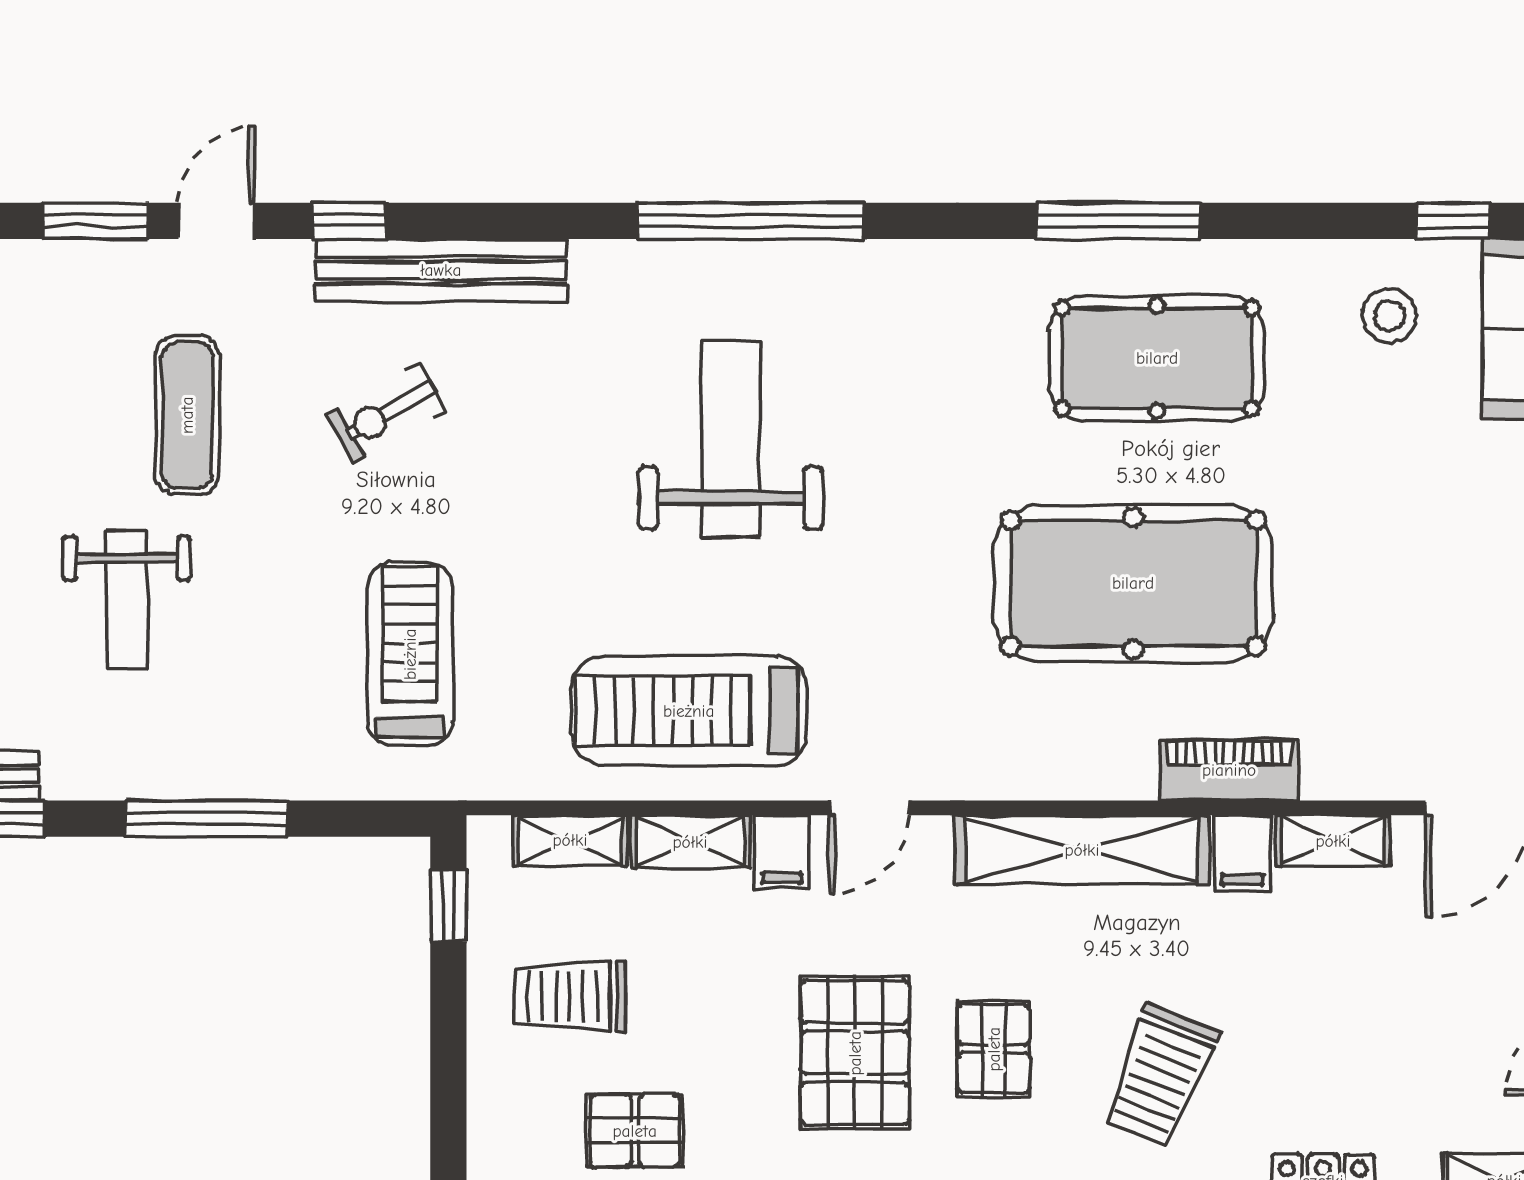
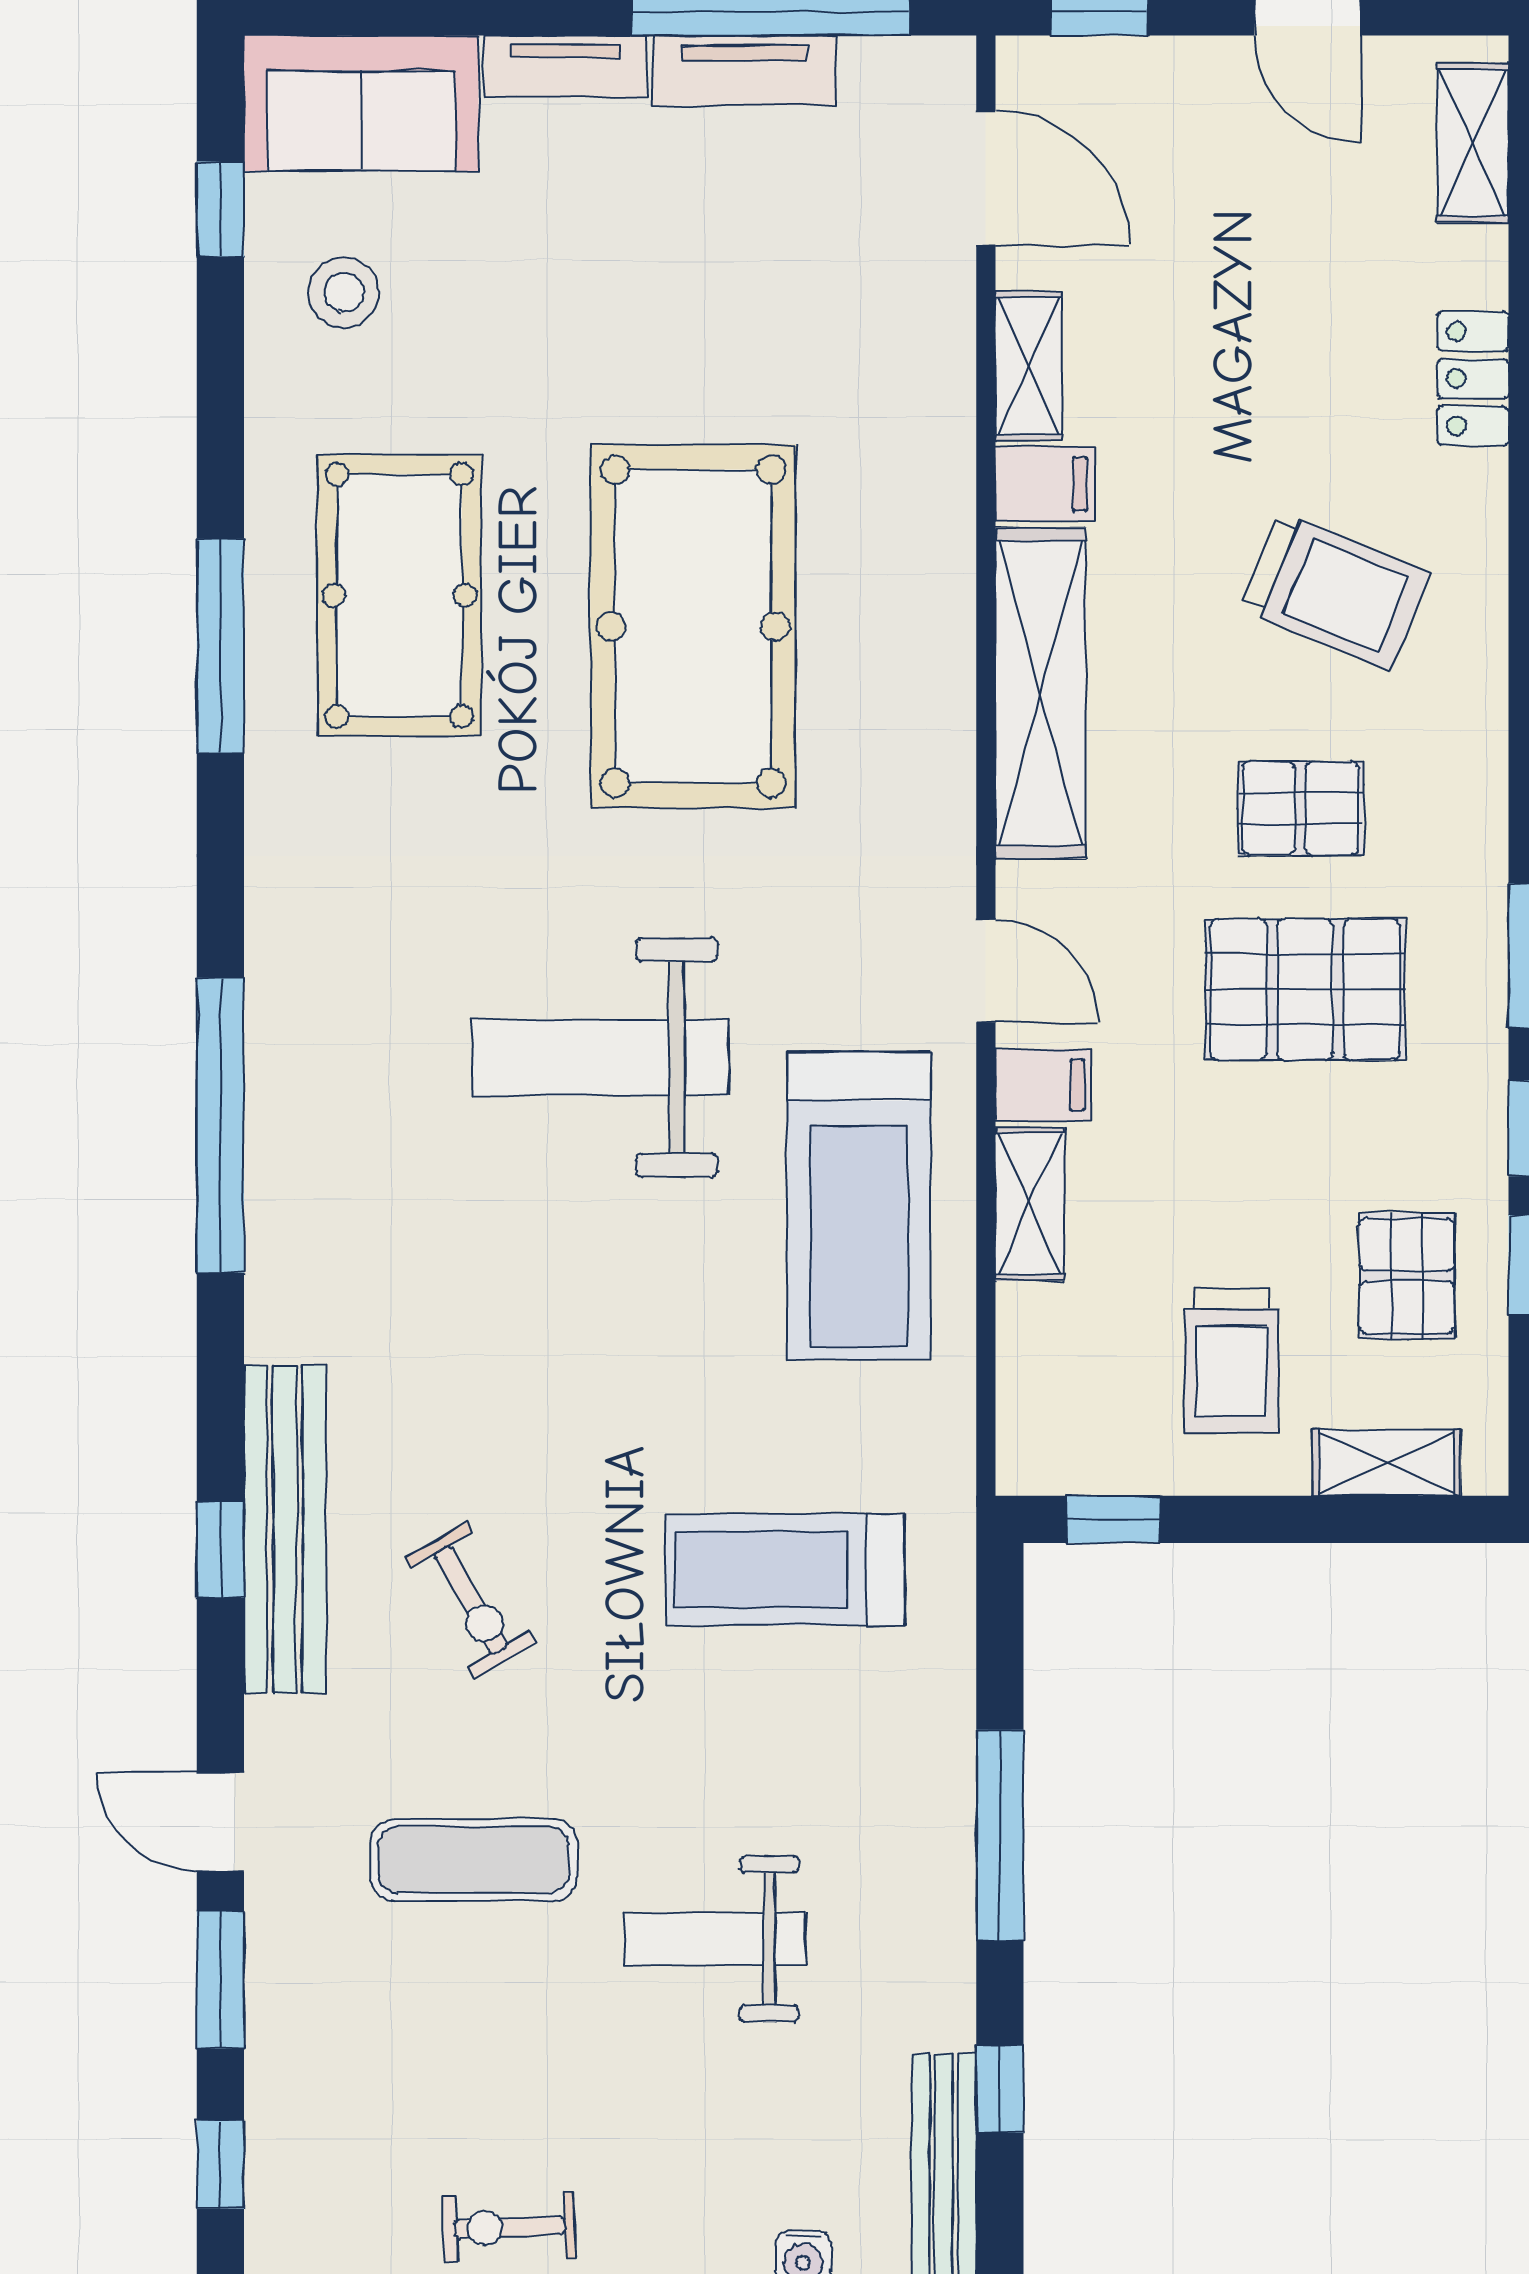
window: (349, 221) -> (220, 1550), moved
weight bench: (731, 439) -> (600, 1057), moved
weight bench: (127, 600) -> (715, 1939), turned 180
piano: (1229, 770) -> (936, 501), removed
shelving: (570, 840) -> (1387, 1463), moved, turned 90

